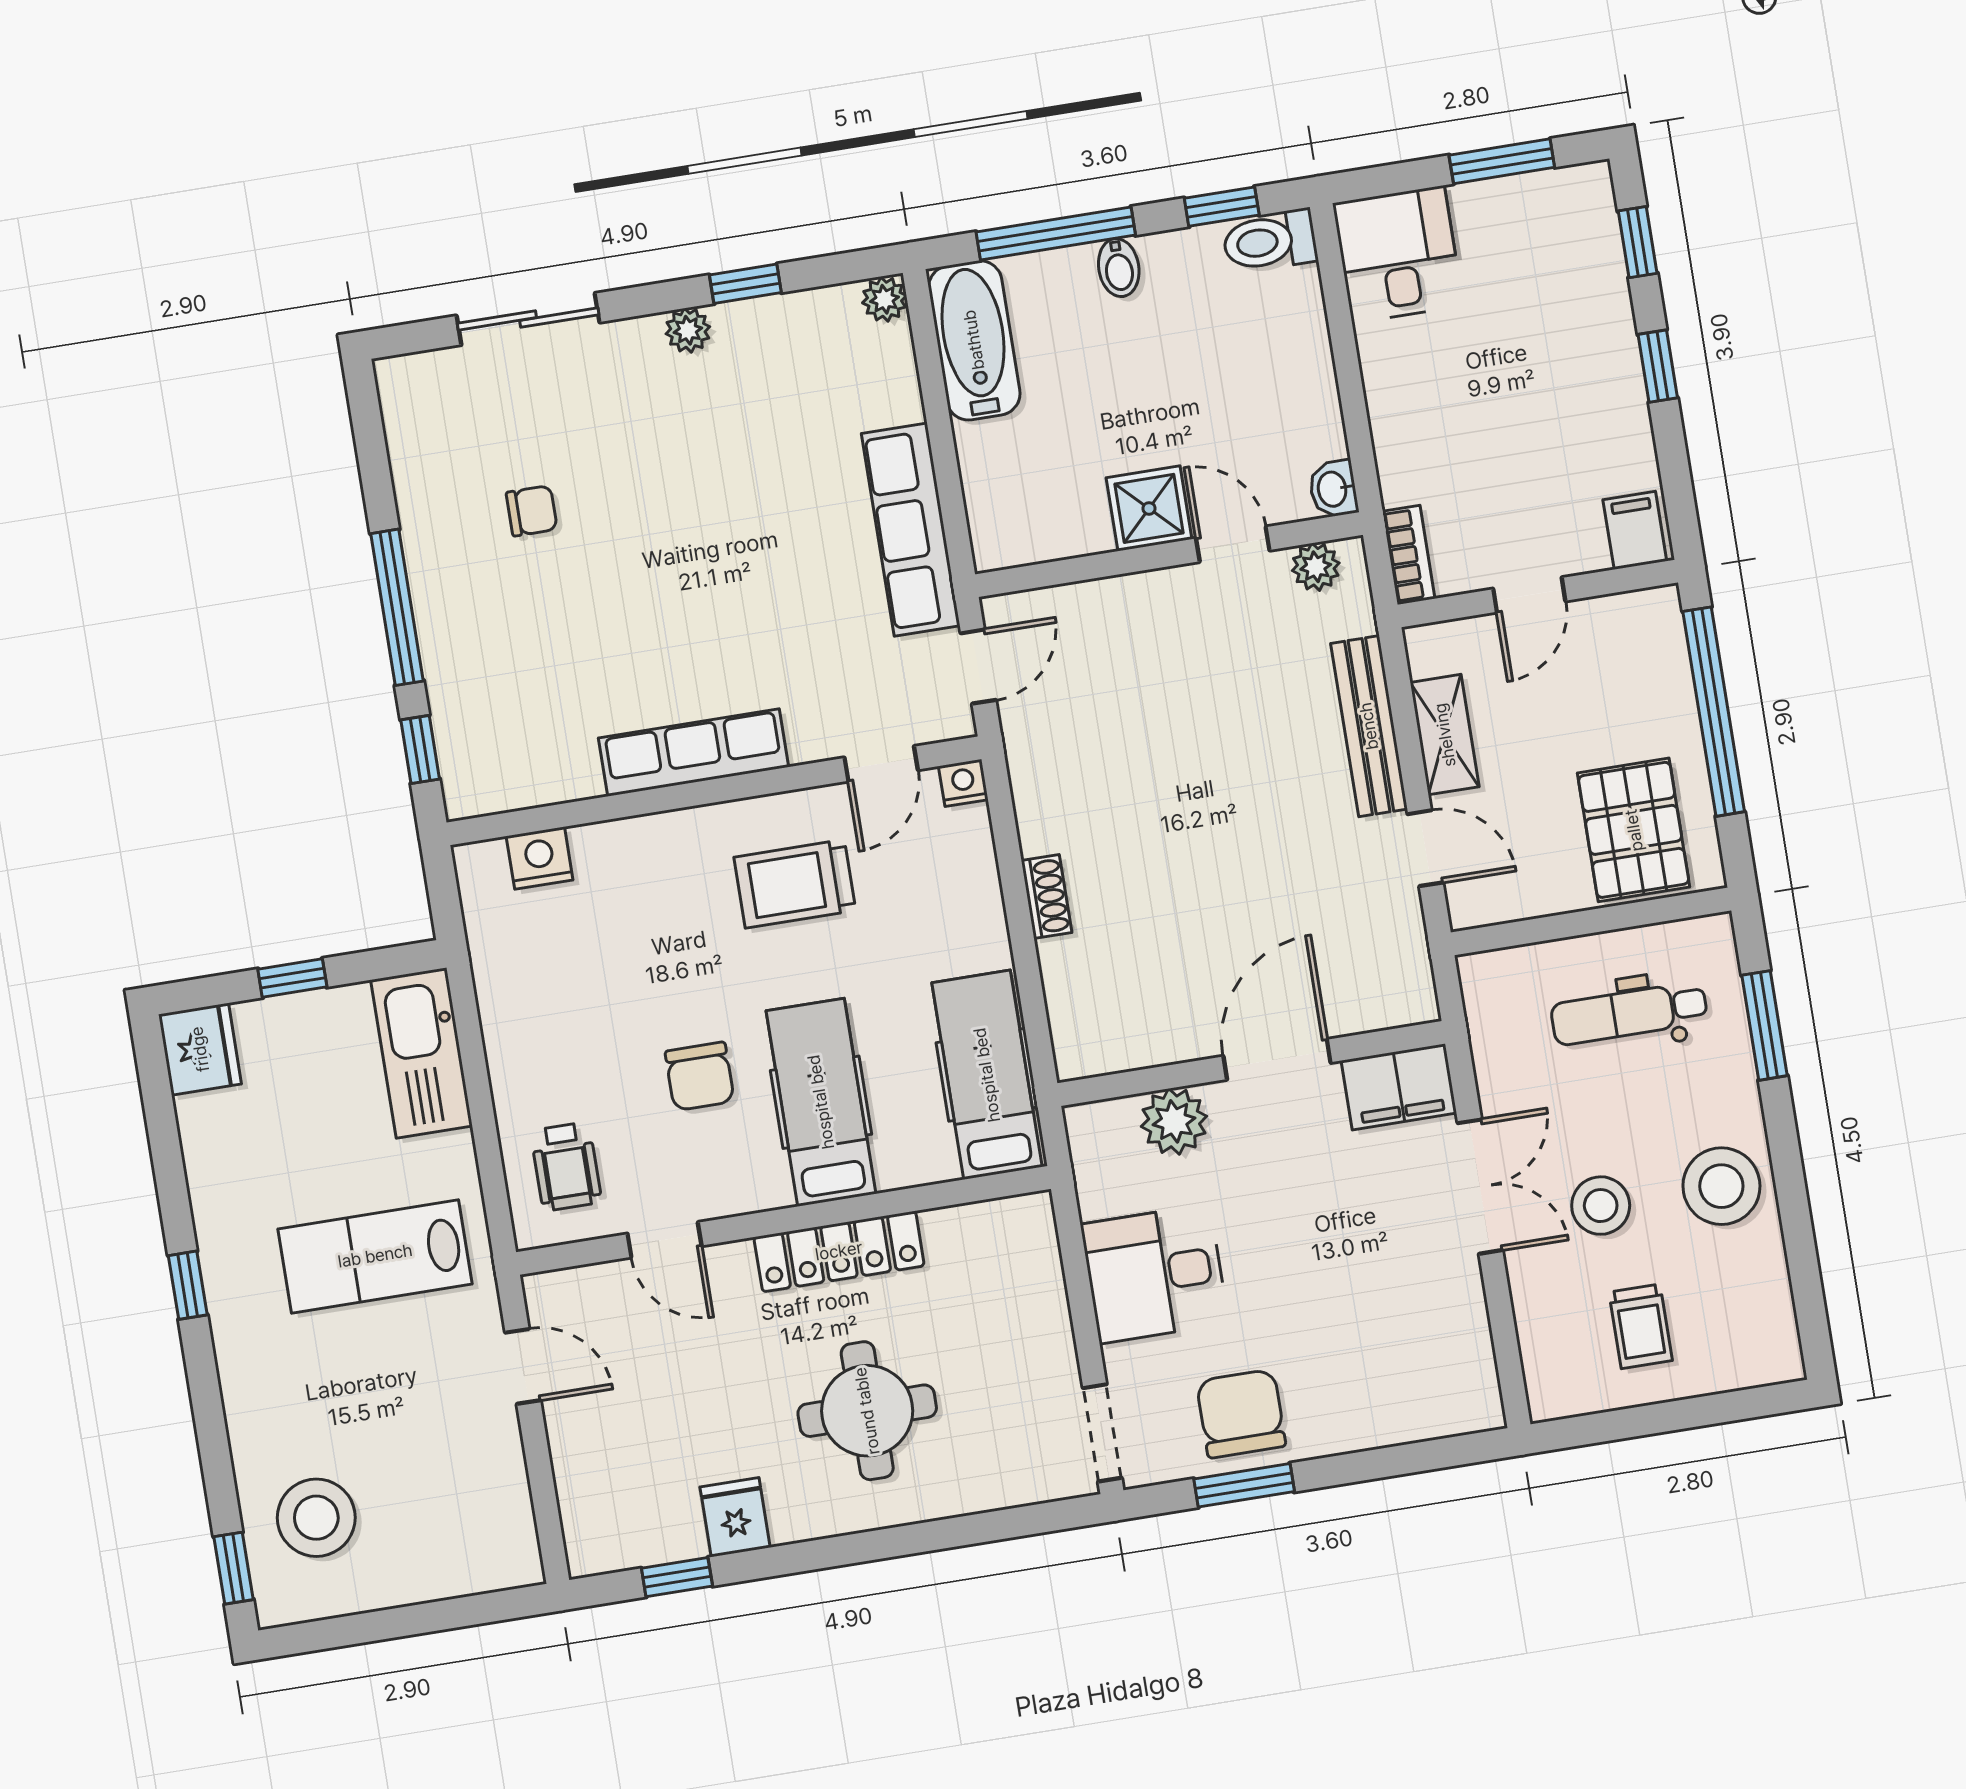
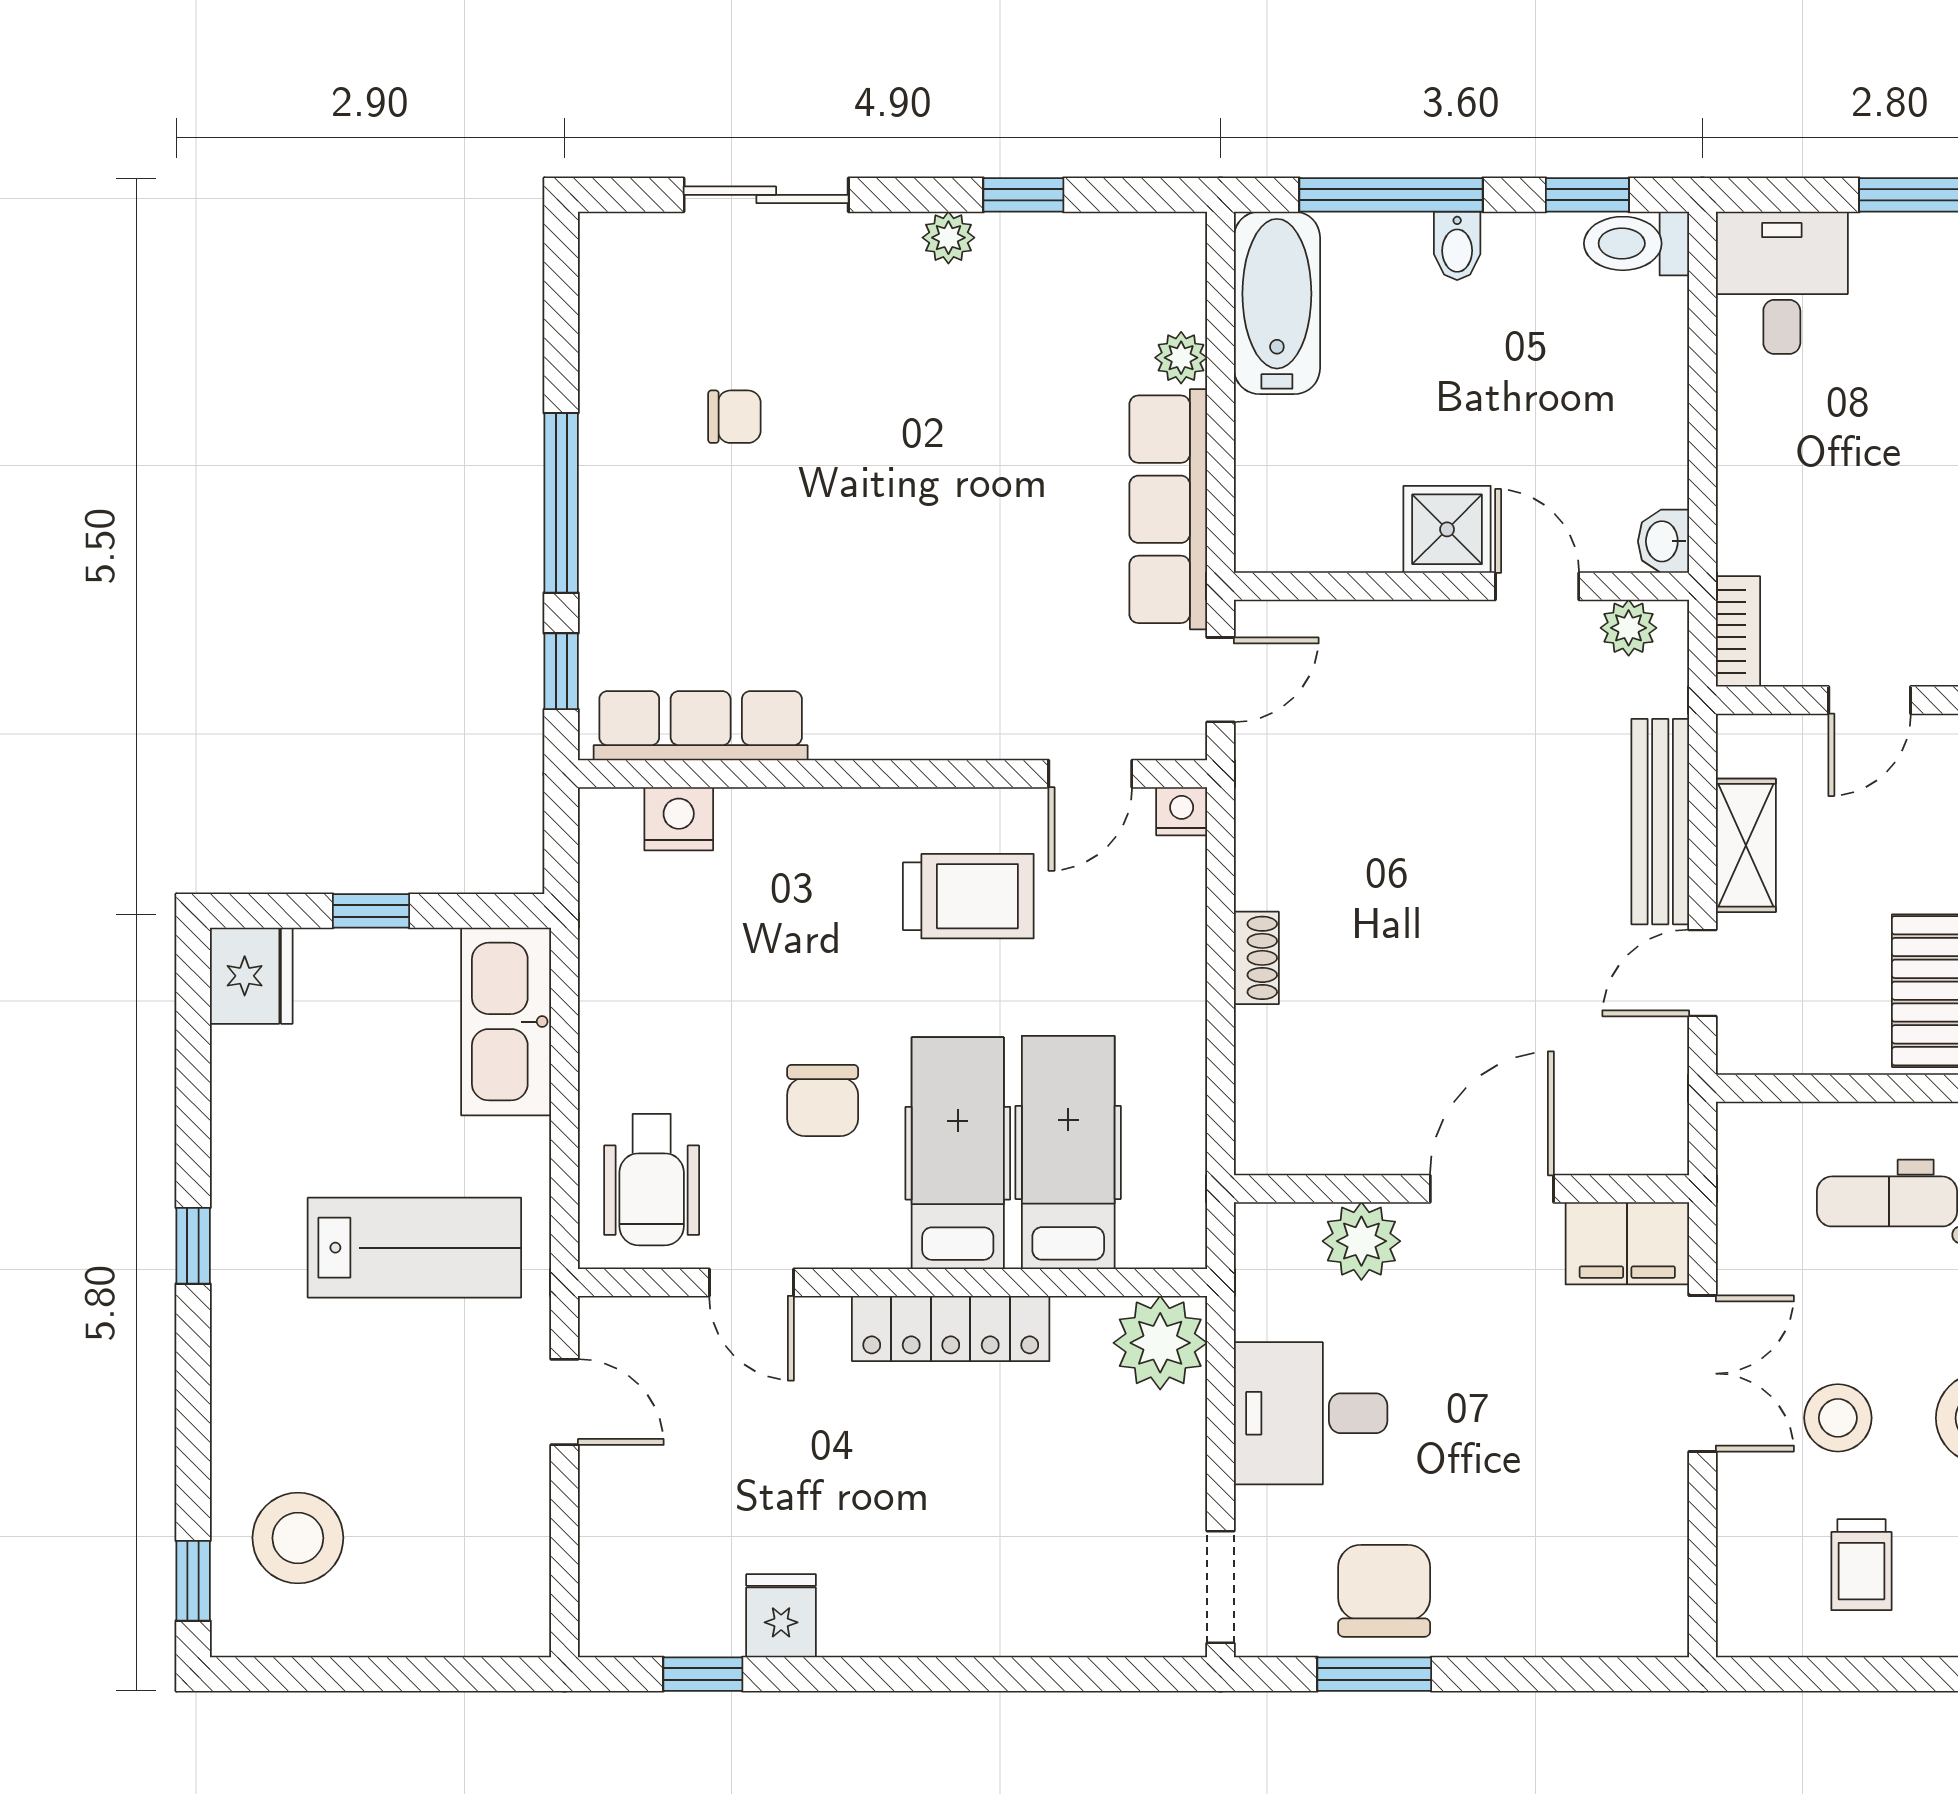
plant: (884, 299) -> (1181, 358), moved
row of seats: (694, 752) -> (701, 726), moved
door: (1425, 848) -> (1702, 973), swing flipped
trolley: (795, 884) -> (968, 896), turned 180
hospital bed: (987, 1075) -> (1068, 1152), moved
wheelchair: (566, 1167) -> (652, 1180), width x1.36, depth x1.37
plant: (1018, 1235) -> (1160, 1343), added
lab bench: (375, 1256) -> (414, 1248), turned 180
round table: (867, 1411) -> (953, 1517), removed

